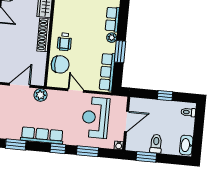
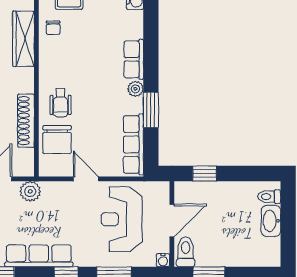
shoe rack: (43, 35) -> (26, 121), moved
chair: (60, 64) -> (57, 140), turned 90
window: (165, 96) -> (205, 174), moved
toilet: (156, 144) -> (186, 252), moved
washbasin: (186, 145) -> (271, 221), moved

